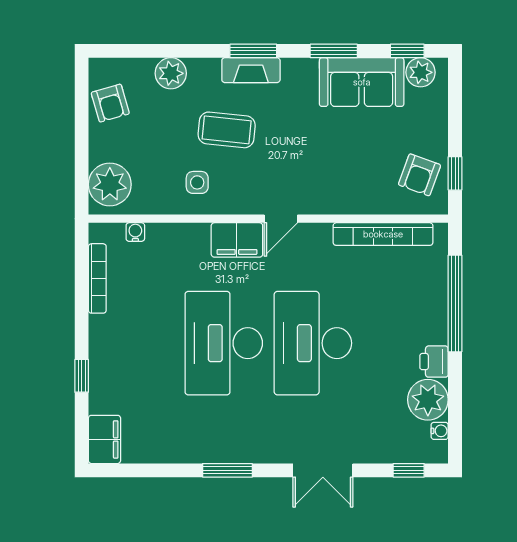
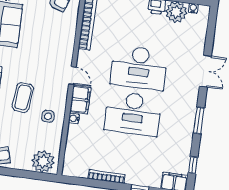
water cooler: (135, 232) -> (74, 118), moved
bookcase: (97, 278) -> (106, 177), moved
window: (409, 470) -> (193, 165), moved

